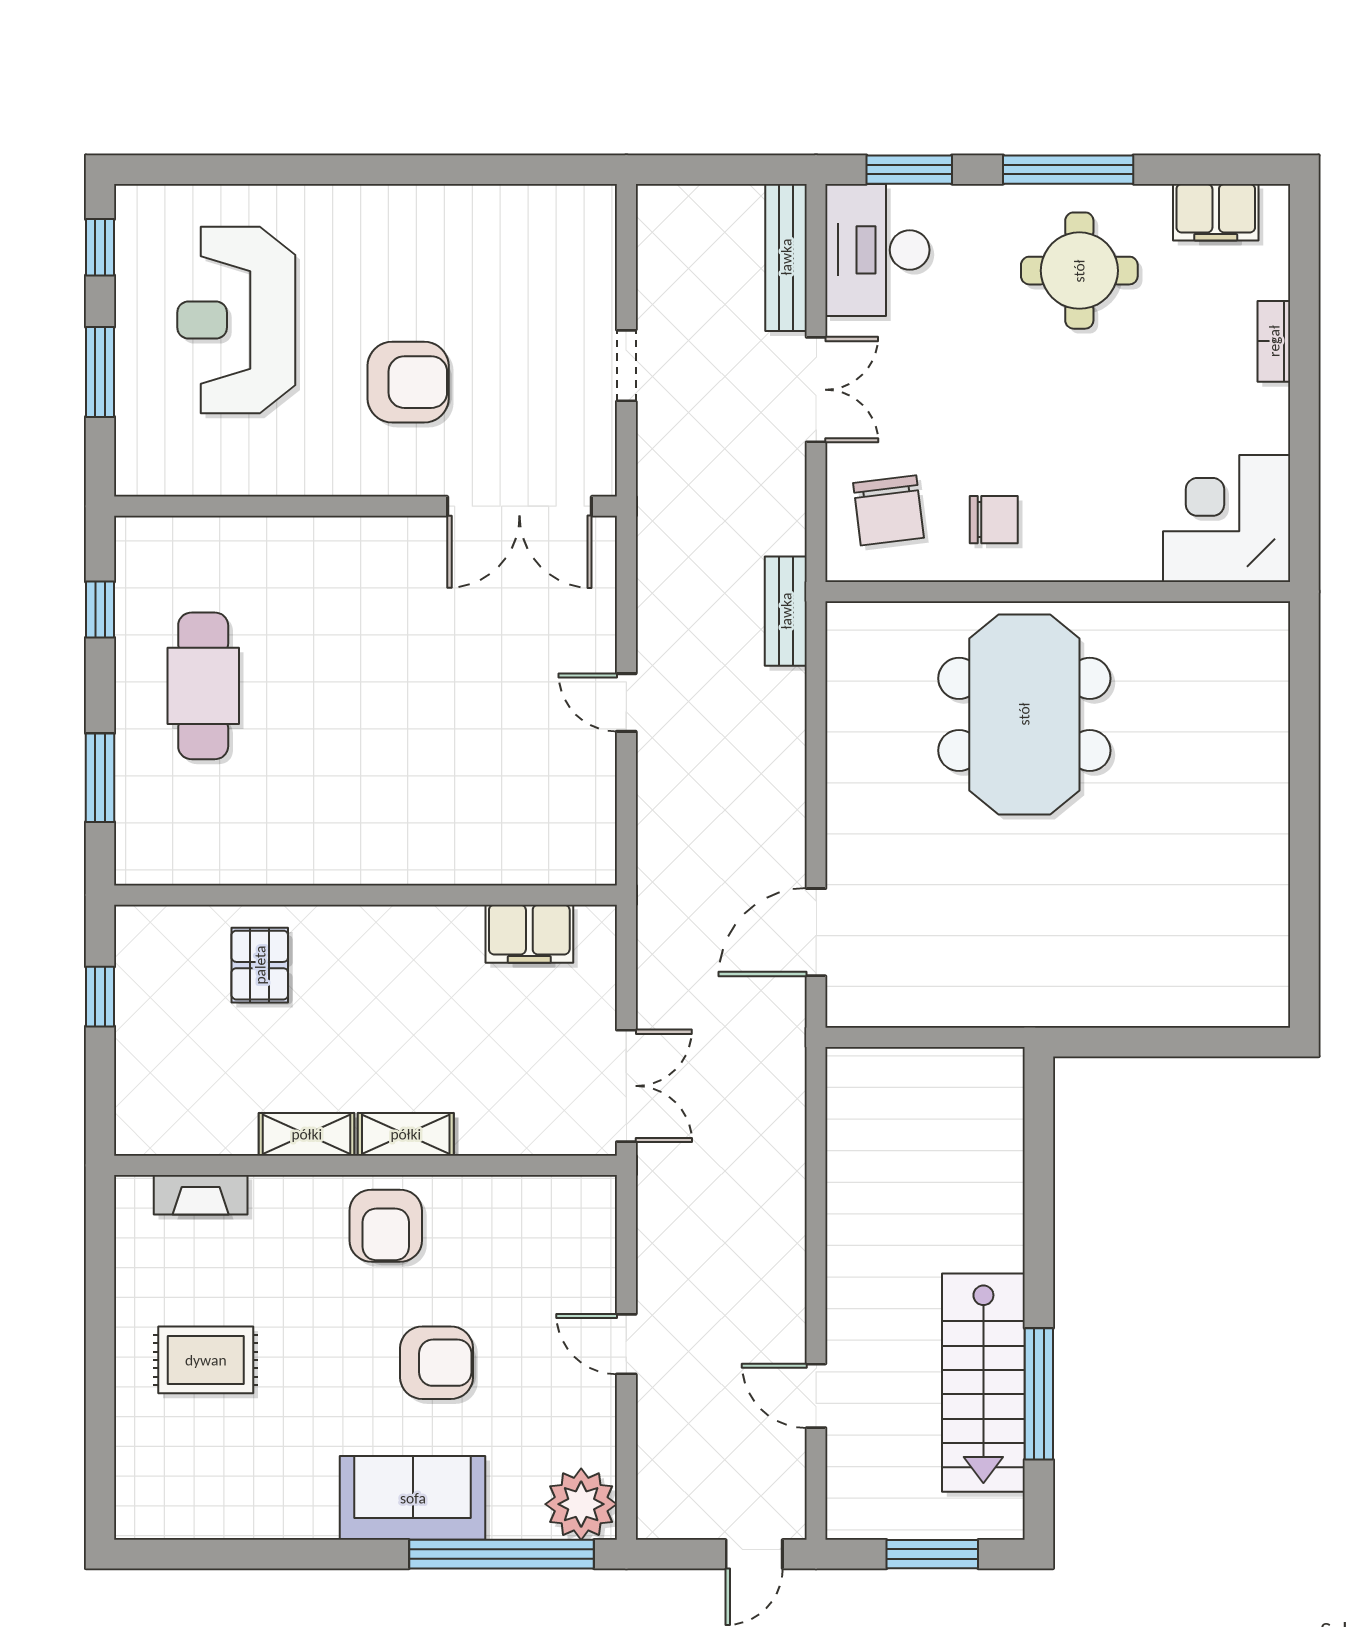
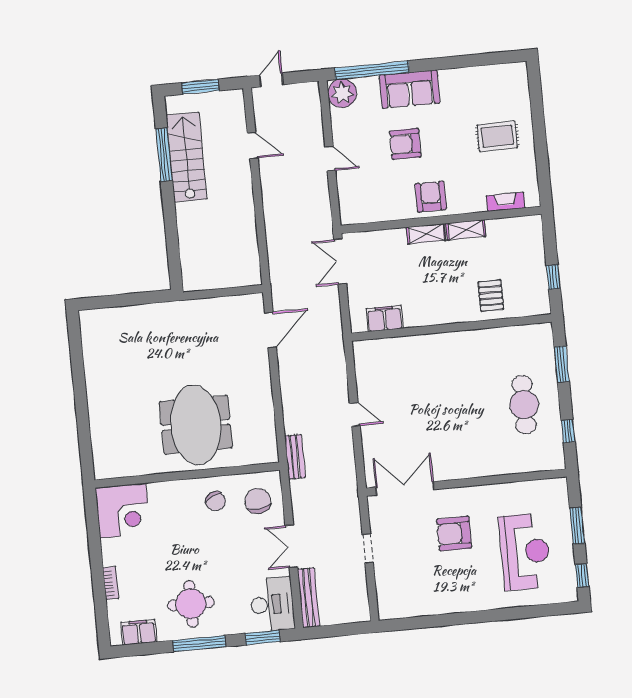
chair: (994, 520) -> (215, 501), turned -115

